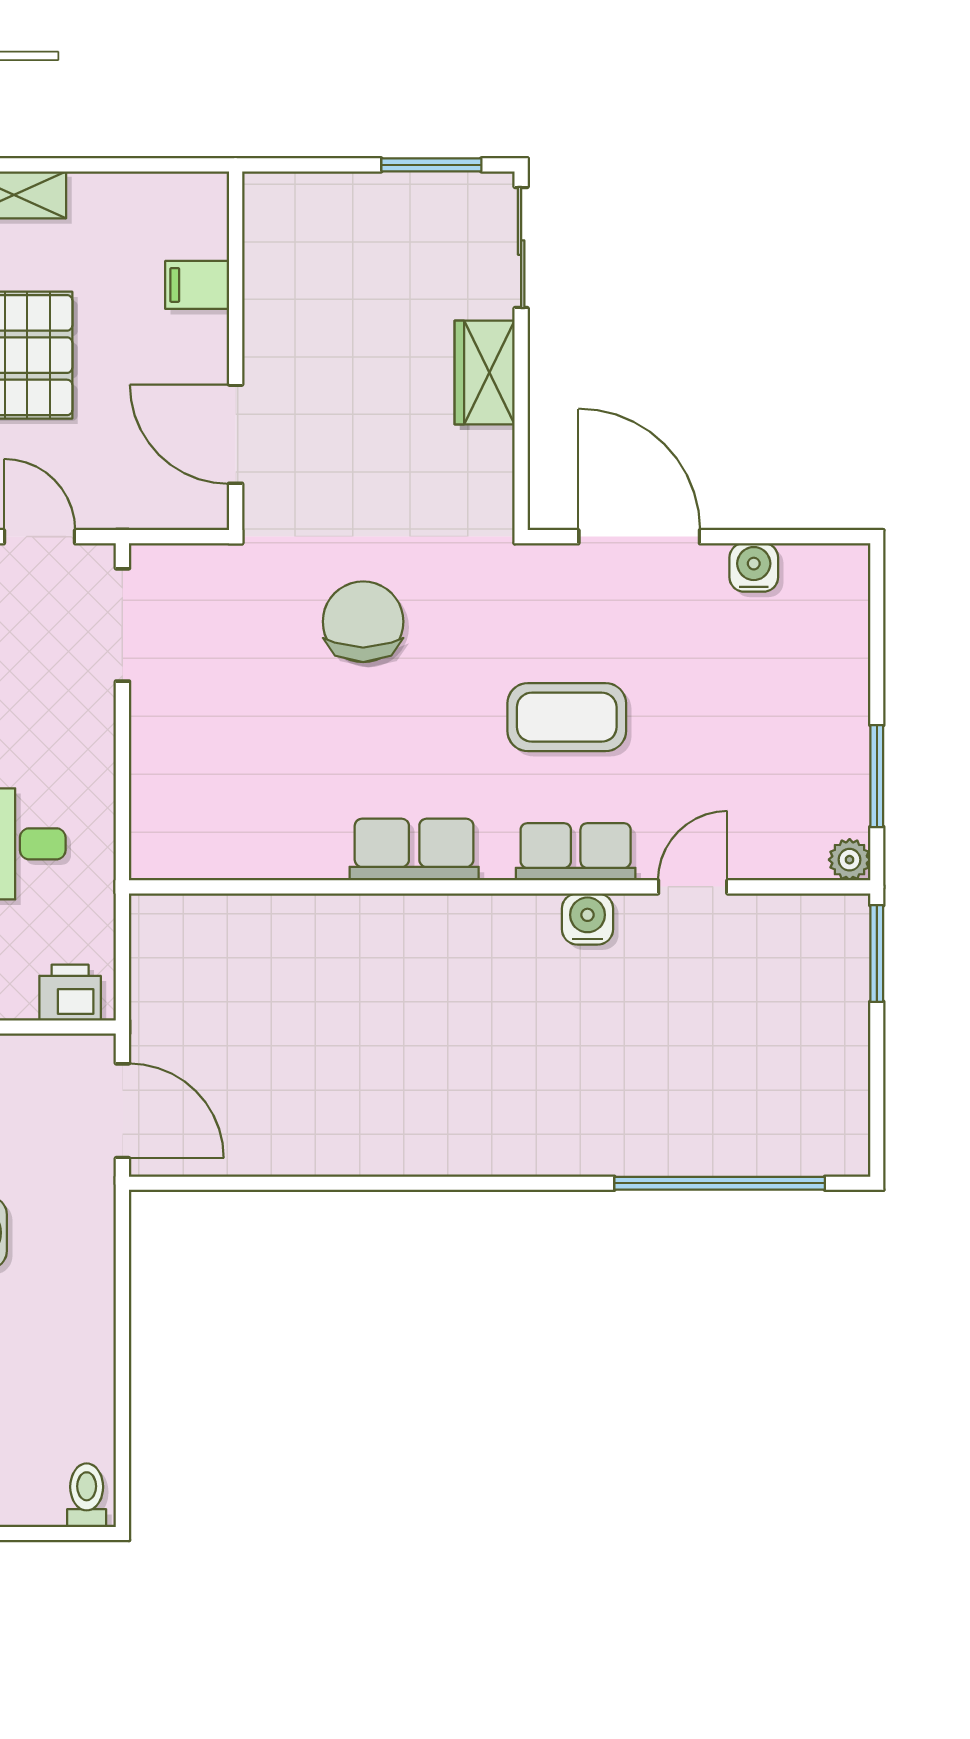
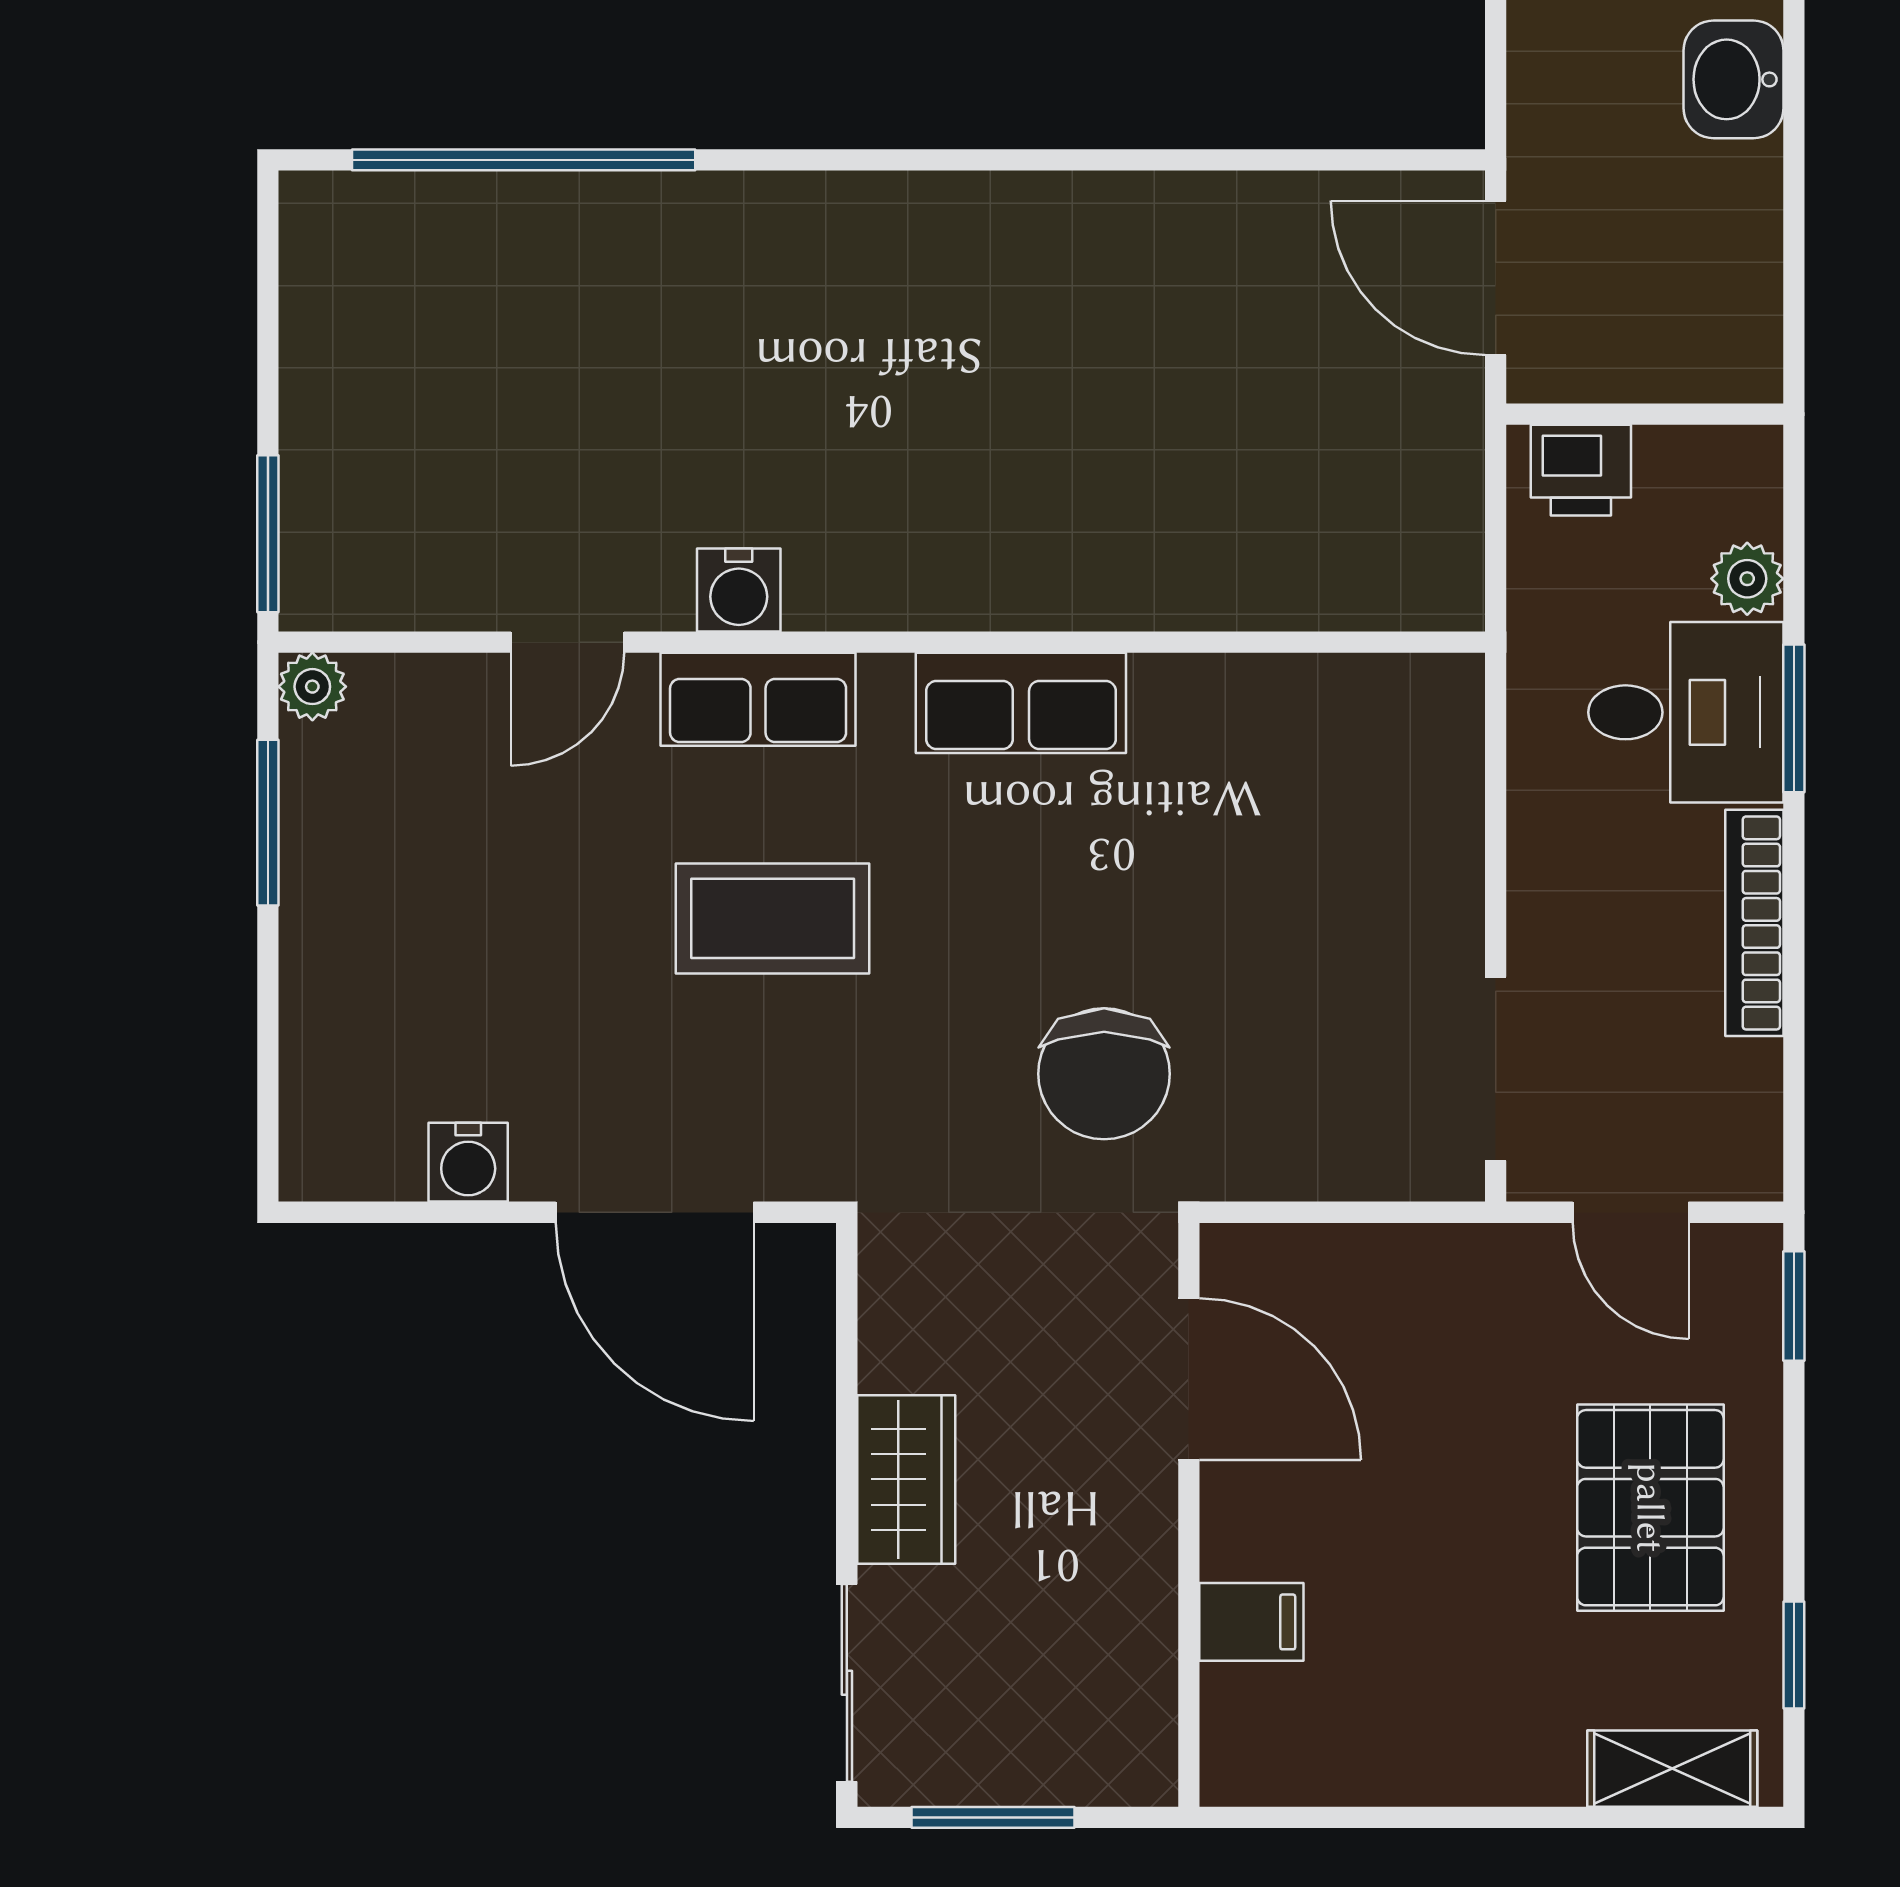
filing cabinet: (197, 285) -> (1251, 1622), moved
wall: (236, 351) -> (1189, 1515), moved
door: (236, 434) -> (1189, 1379), moved

